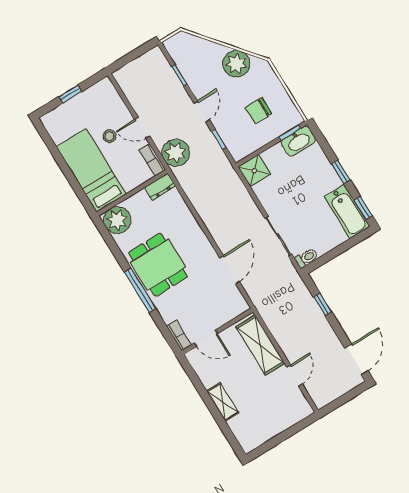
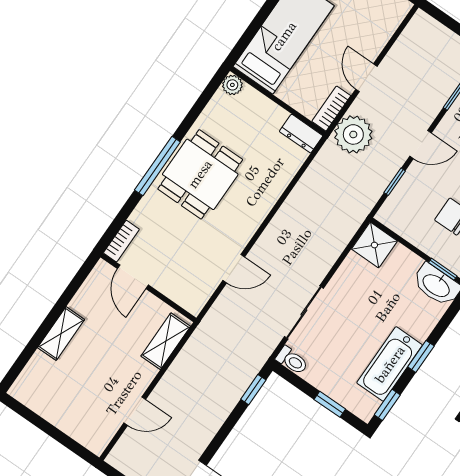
stool: (110, 136) -> (338, 41), removed
bathtub: (347, 211) -> (390, 364), moved
plant: (117, 220) -> (232, 85), width x0.53, depth x0.53
window: (346, 246) -> (330, 404), added
door: (230, 270) -> (234, 269), width x0.73
window: (322, 304) -> (253, 390), moved
shelving: (260, 345) -> (166, 341), width x0.67, depth x0.75

